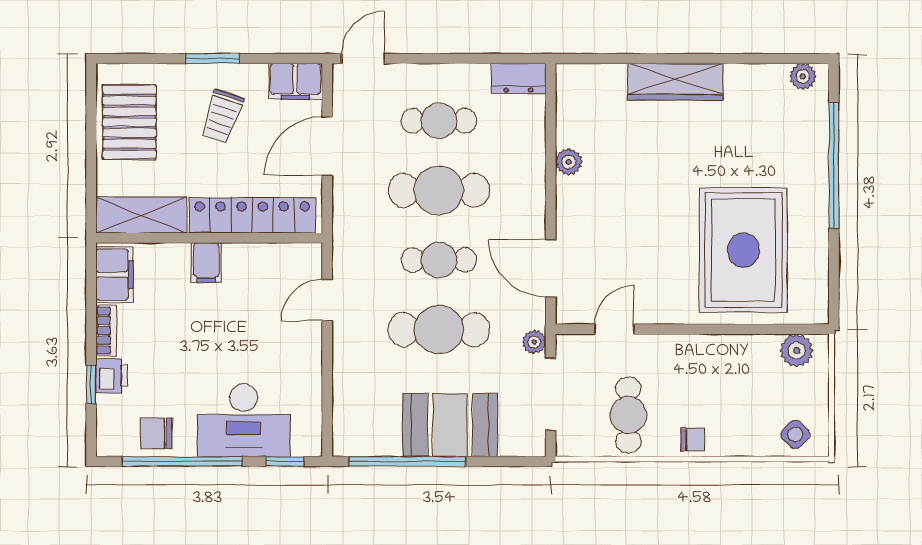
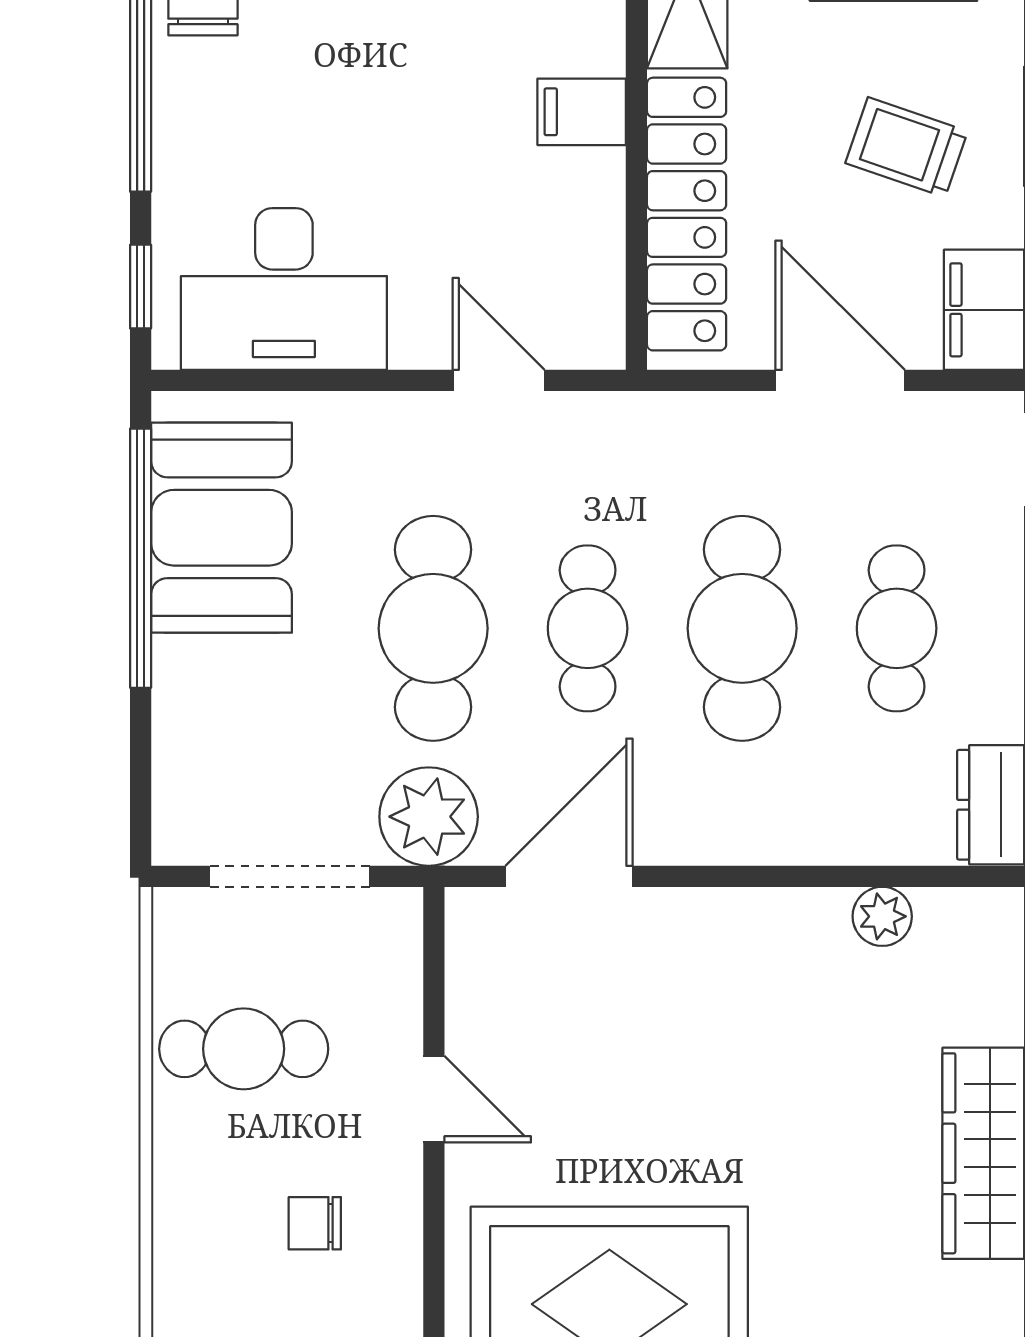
plant: (569, 162) -> (882, 916), moved
door: (614, 329) -> (434, 1099), moved
plant: (534, 342) -> (429, 817), width x1.87, depth x1.87
desk: (244, 420) -> (284, 289), moved, turned -90
booth: (450, 425) -> (221, 528), moved
chair: (693, 439) -> (315, 1223), moved, turned 90

